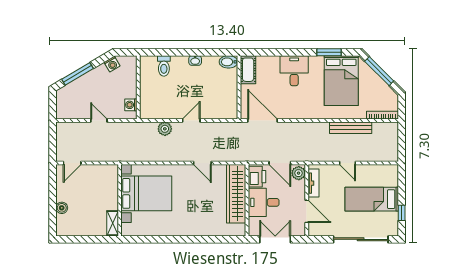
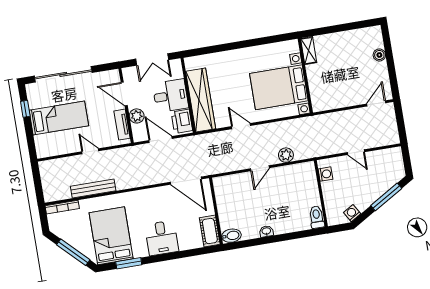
toilet: (164, 66) -> (317, 217), moved
plant: (299, 173) -> (137, 116), moved
bed with nightstands: (146, 193) -> (279, 87), moved
wall: (120, 200) -> (305, 76), moved
shelving: (113, 223) -> (309, 51), moved

